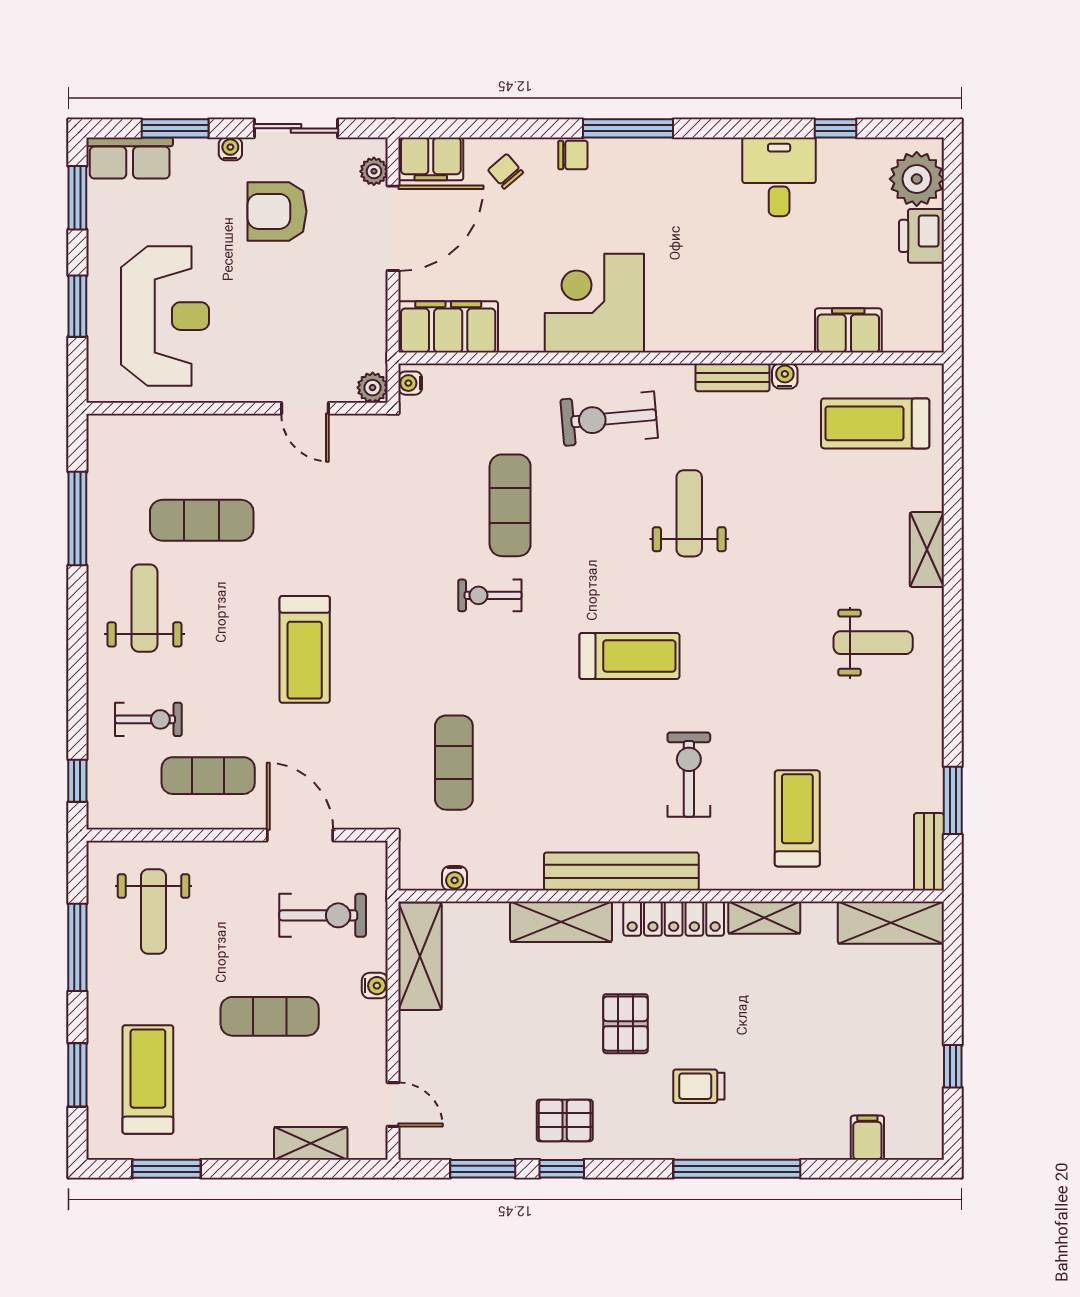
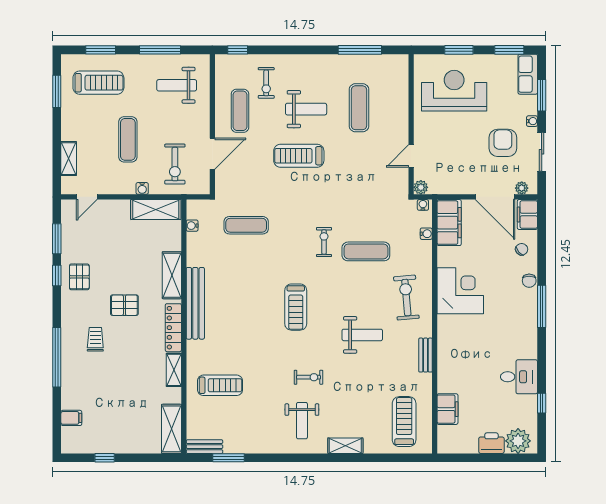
reception desk: (165, 316) -> (454, 91), turned 180
water cooler: (785, 376) -> (426, 234), moved
weight bench: (144, 608) -> (306, 109), moved
exercise bike: (689, 775) -> (309, 377), moved, width x0.73, depth x0.72

